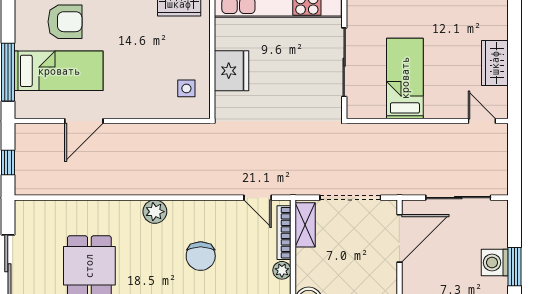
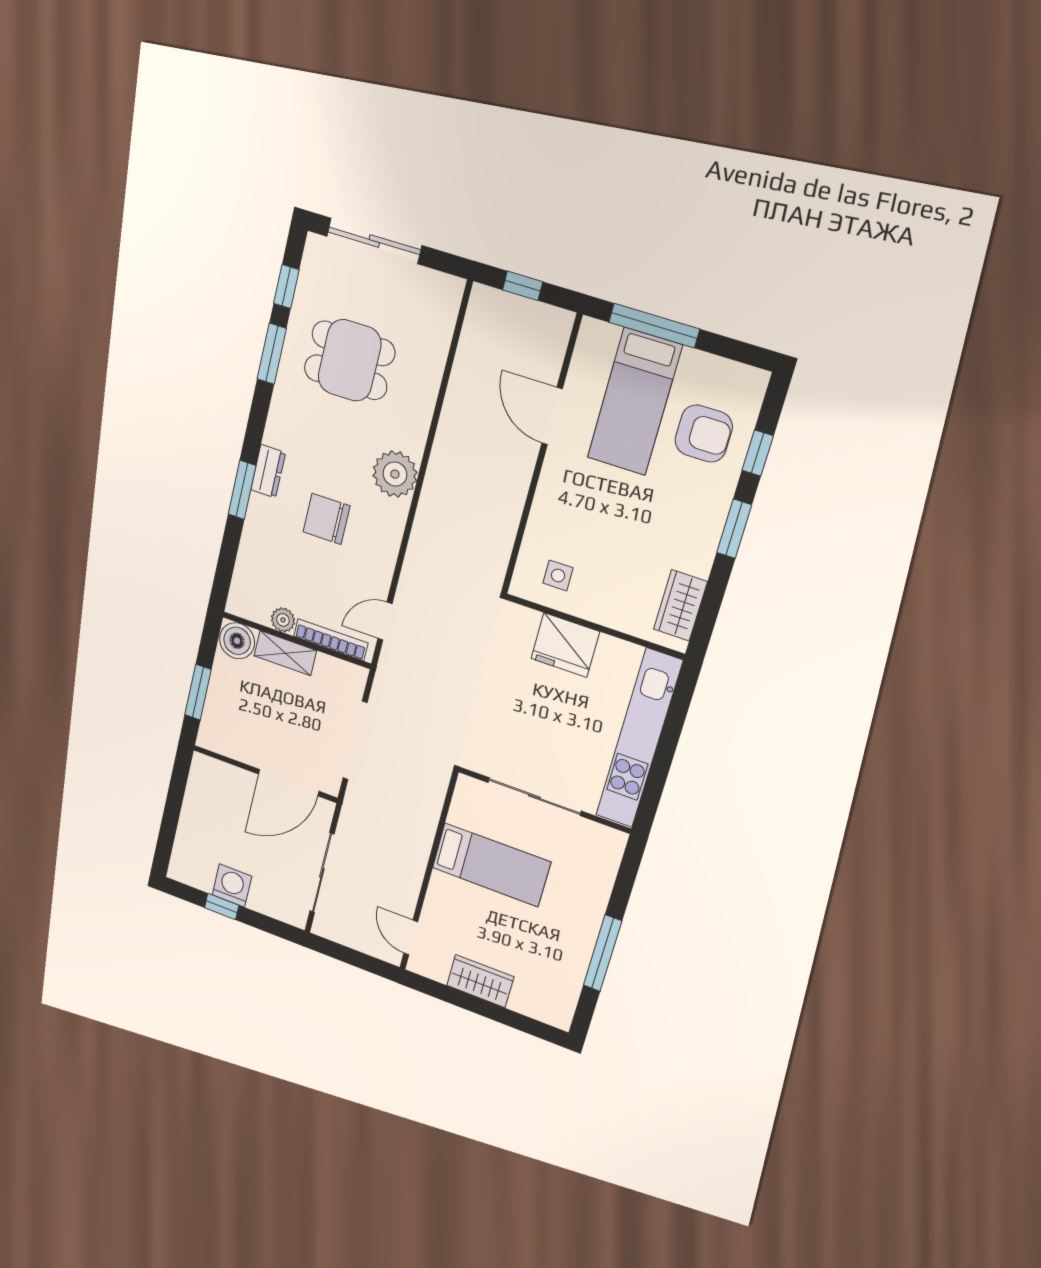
armchair: (65, 22) -> (704, 434), turned -90
door: (482, 121) -> (411, 937), swing flipped
plant: (155, 212) -> (395, 474), width x1.36, depth x1.36
shelving: (305, 225) -> (285, 653), moved
door: (399, 238) -> (289, 783), hinge flipped
window: (514, 267) -> (222, 907), width x0.67

